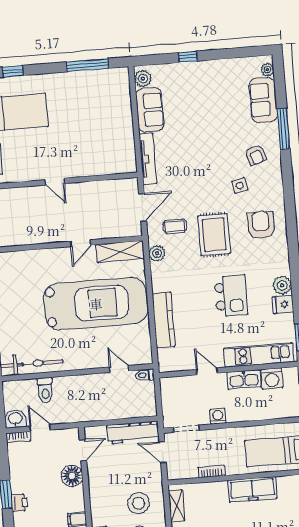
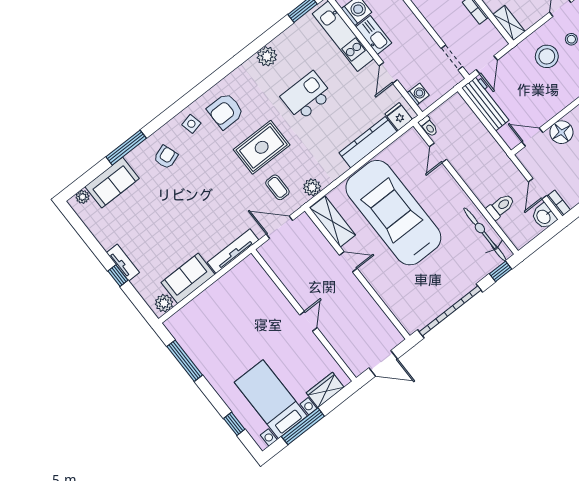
tv unit: (196, 67) -> (123, 262), added
side table: (240, 185) -> (191, 124), moved
fridge: (283, 304) -> (399, 117), moved, turned 180
washing machine: (218, 416) -> (418, 94), moved, turned 180
shelving: (177, 506) -> (509, 23), moved, turned 90

